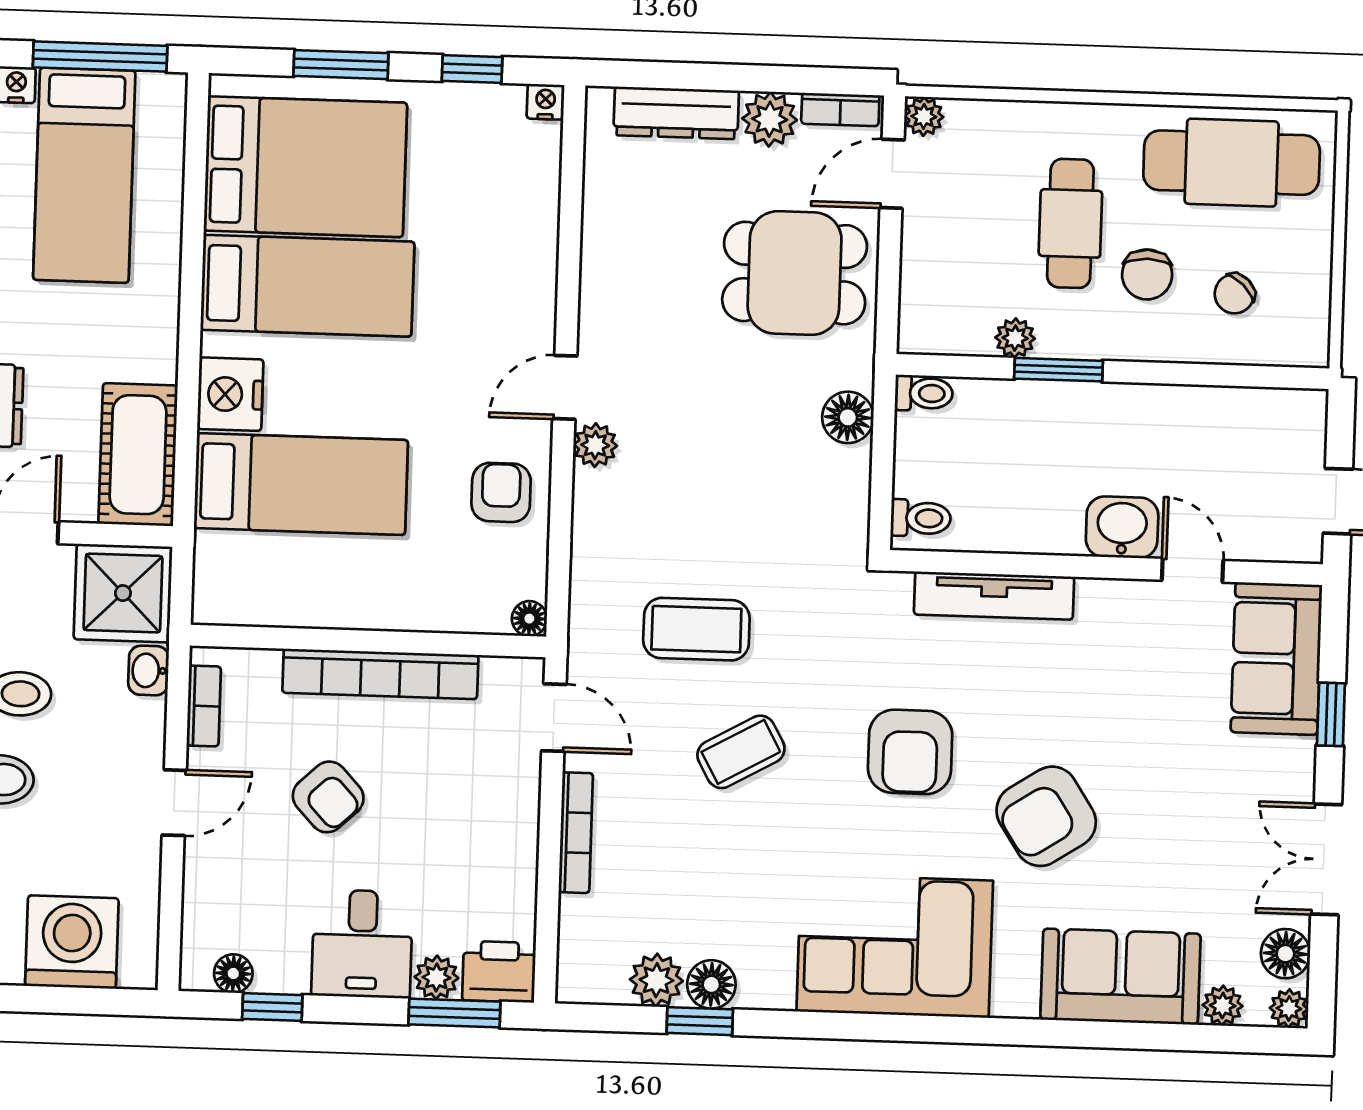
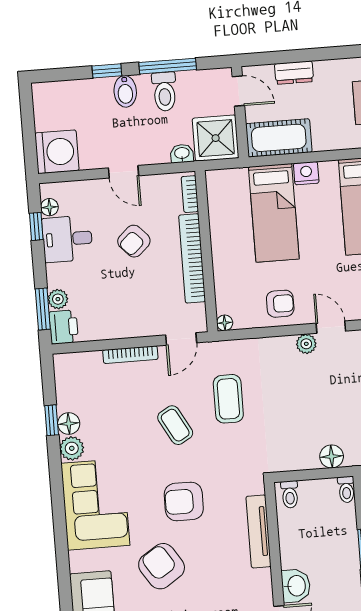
nightstand: (230, 394) -> (306, 173), width x0.74, depth x0.75
bookcase: (204, 706) -> (190, 194), moved, turned 90
washing machine: (72, 942) -> (57, 152), moved
desk: (362, 944) -> (67, 239), moved
plant: (656, 980) -> (72, 448), moved

